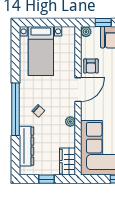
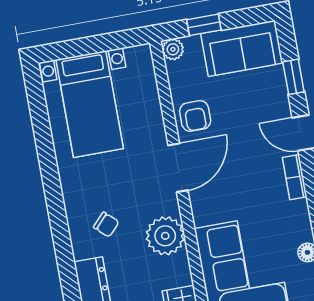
window: (15, 109) -> (60, 229), removed
plant: (70, 121) -> (165, 236), width x1.88, depth x1.88

